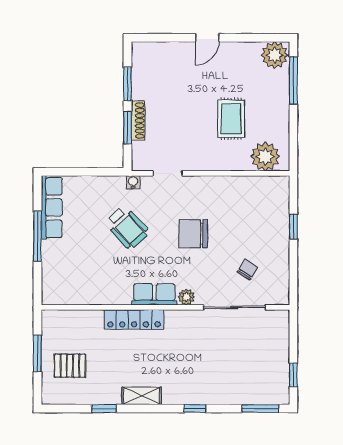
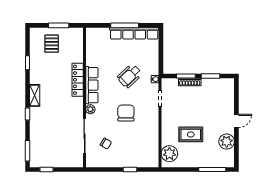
door: (207, 38) -> (236, 121), swing flipped
plant: (275, 55) -> (227, 142), moved
row of seats: (52, 208) -> (134, 33), width x1.36
row of seats: (154, 294) -> (92, 85), width x1.48
shelving: (141, 396) -> (35, 95), moved

